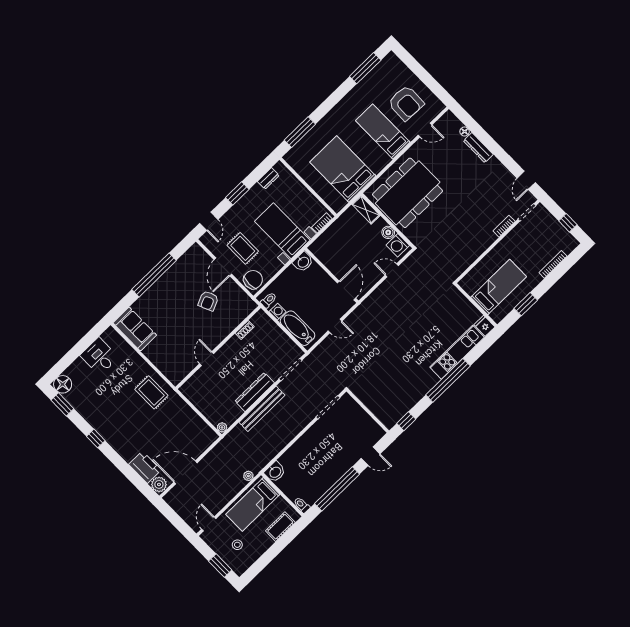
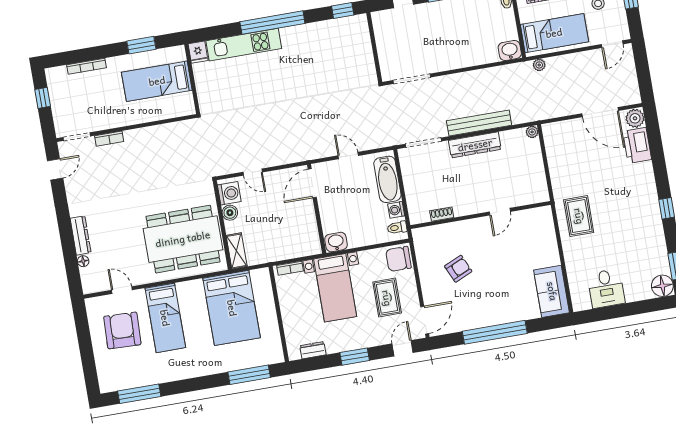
door: (223, 267) -> (425, 320), moved

